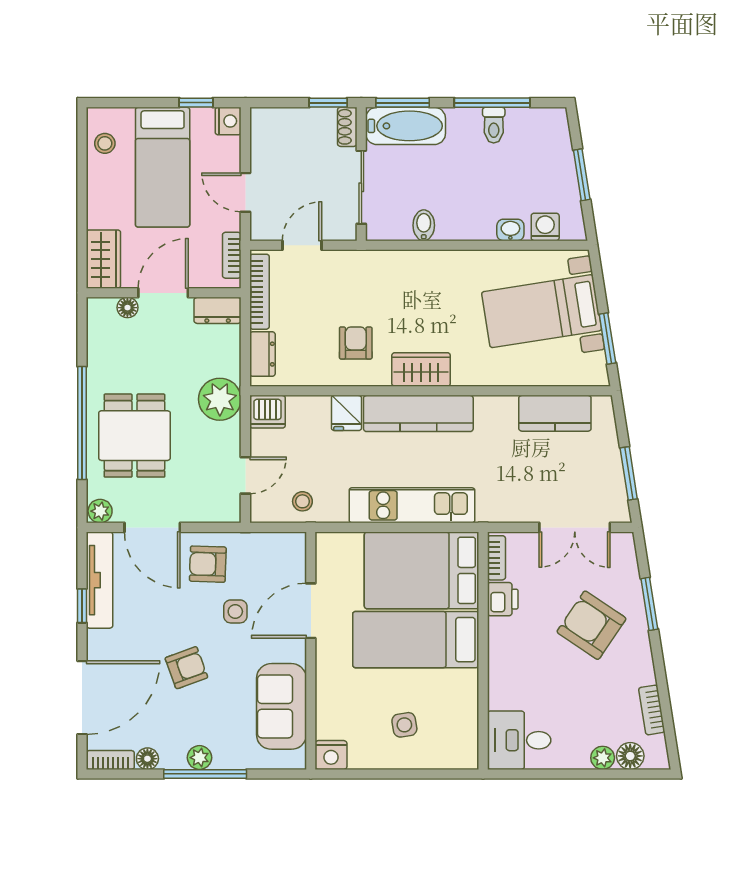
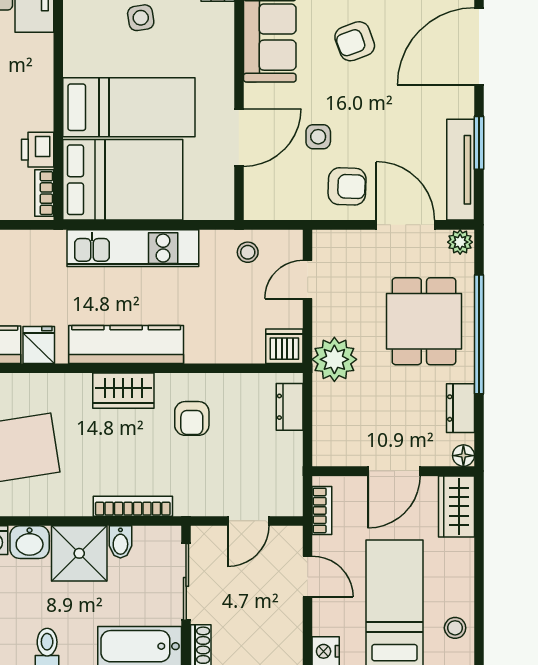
shower: (463, 214) -> (79, 553), added
washbasin: (510, 230) -> (30, 542), width x1.38, depth x1.45
bookcase: (260, 292) -> (133, 506), moved, turned 90
floor lamp: (127, 308) -> (463, 456), moved
dresser: (218, 310) -> (461, 408), moved, turned -90
fridge: (346, 413) -> (39, 345), moved
window: (82, 606) -> (479, 143), width x1.50
armchair: (186, 668) -> (355, 41), moved

